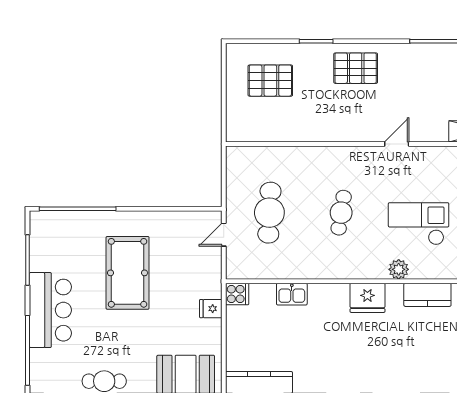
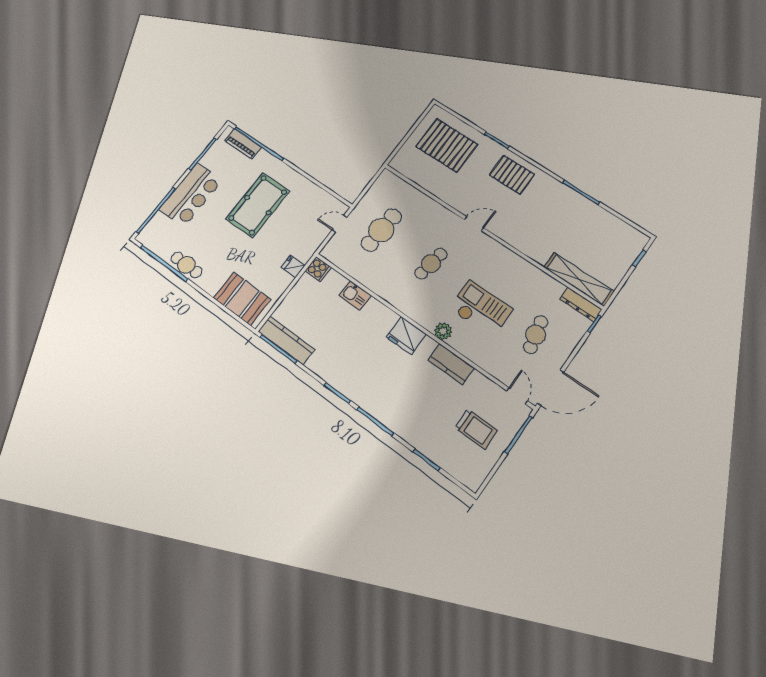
pallet: (270, 81) -> (447, 145), width x1.37, depth x1.41
door: (397, 144) -> (474, 224), moved
piano: (61, 221) -> (243, 144), added

